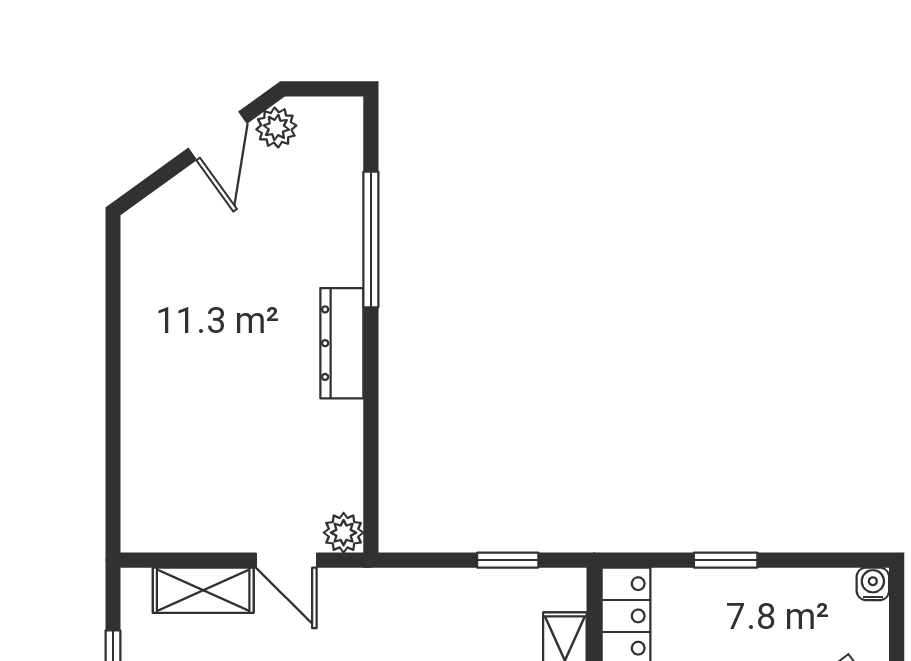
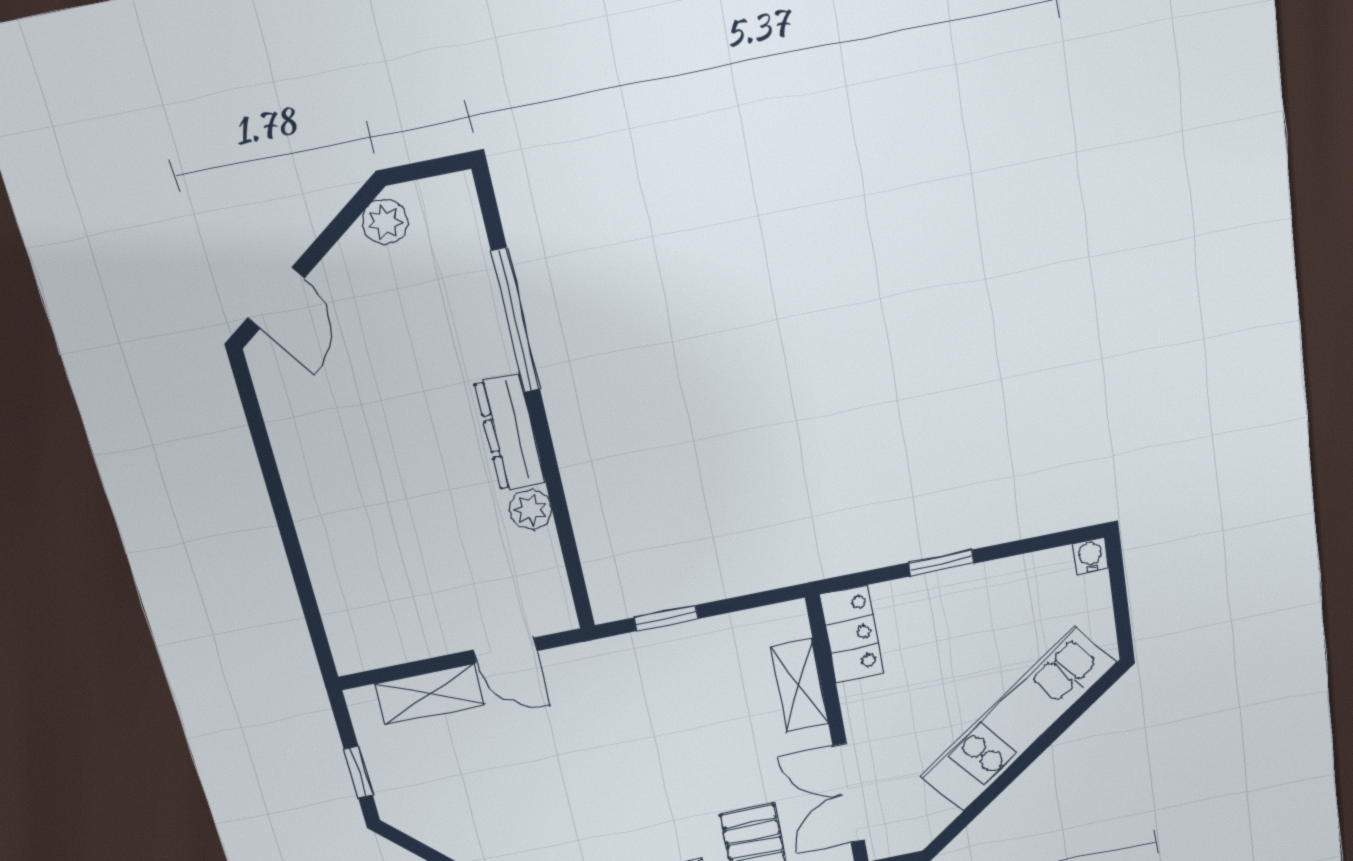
door: (218, 136) -> (276, 298), moved
plant: (344, 533) -> (531, 510), moved
window: (508, 560) -> (666, 618), moved

